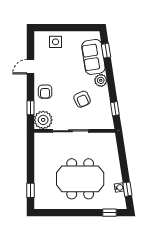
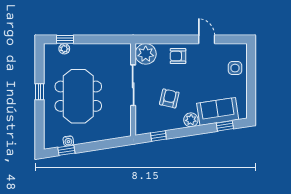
armchair: (82, 99) -> (169, 98), turned 128
window: (31, 108) -> (160, 39), removed
plant: (39, 191) -> (64, 49), added
window: (110, 213) -> (40, 92), moved

